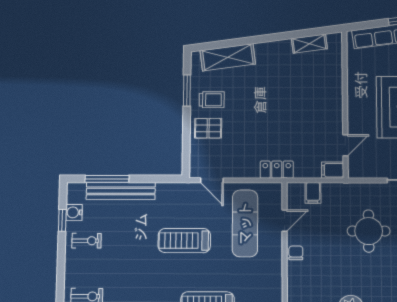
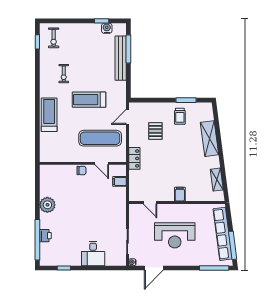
shelving: (228, 57) -> (210, 139), moved
pallet: (208, 128) -> (155, 131), moved
filing cabinet: (333, 170) -> (180, 194), moved
round table: (369, 231) -> (95, 216), removed
exercise bike: (87, 241) -> (64, 74), moved
treadmill: (184, 241) -> (89, 100), turned -90

